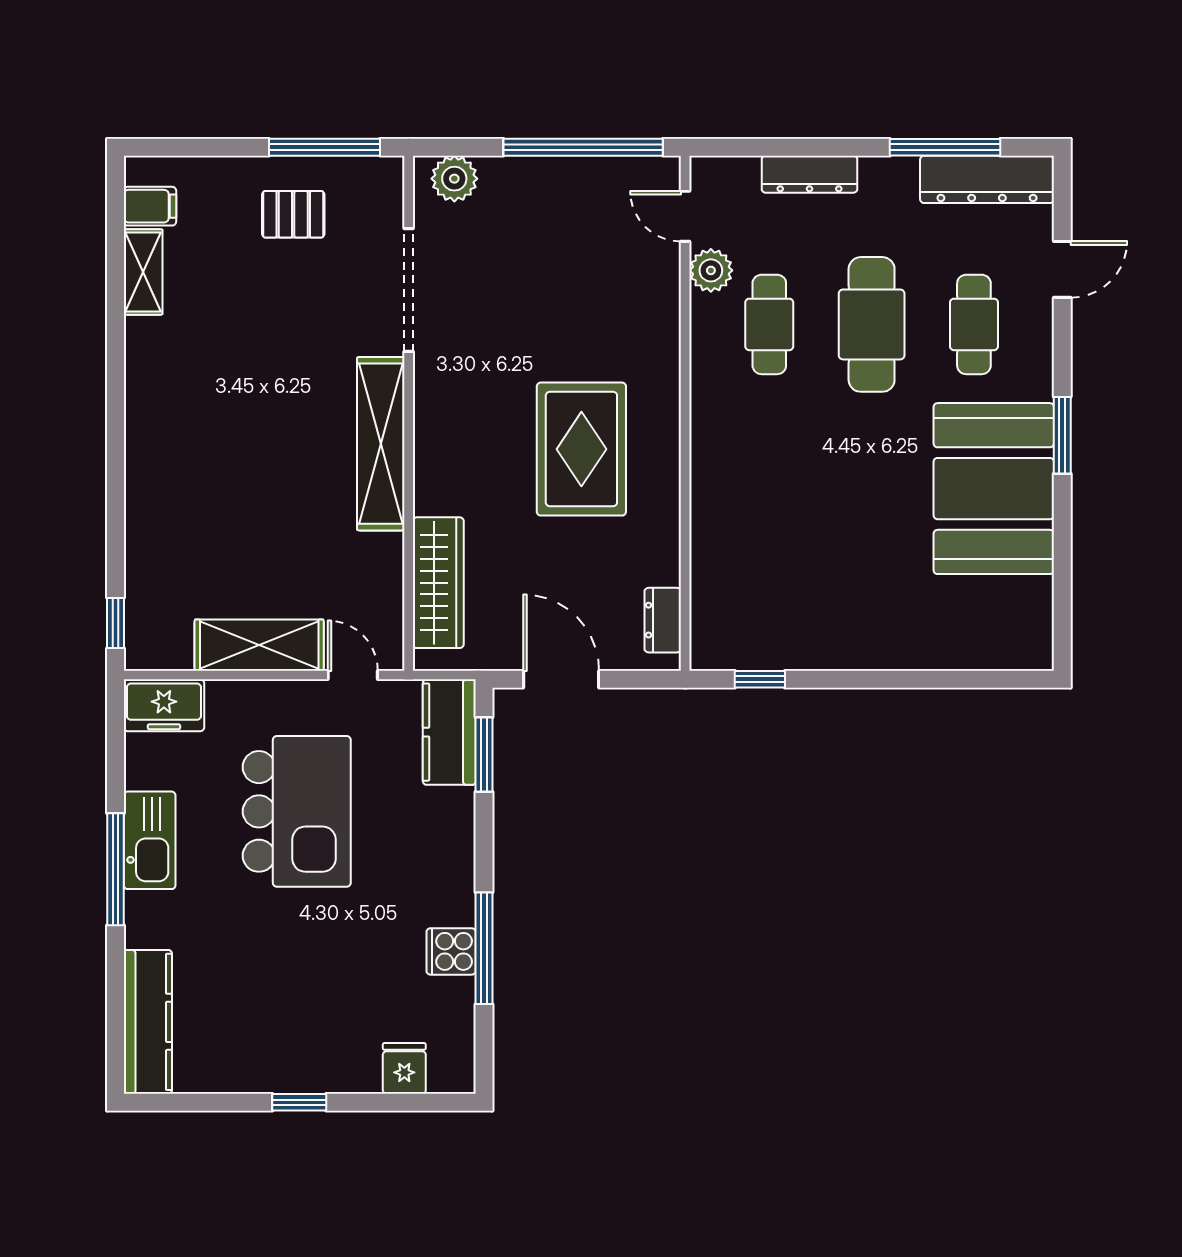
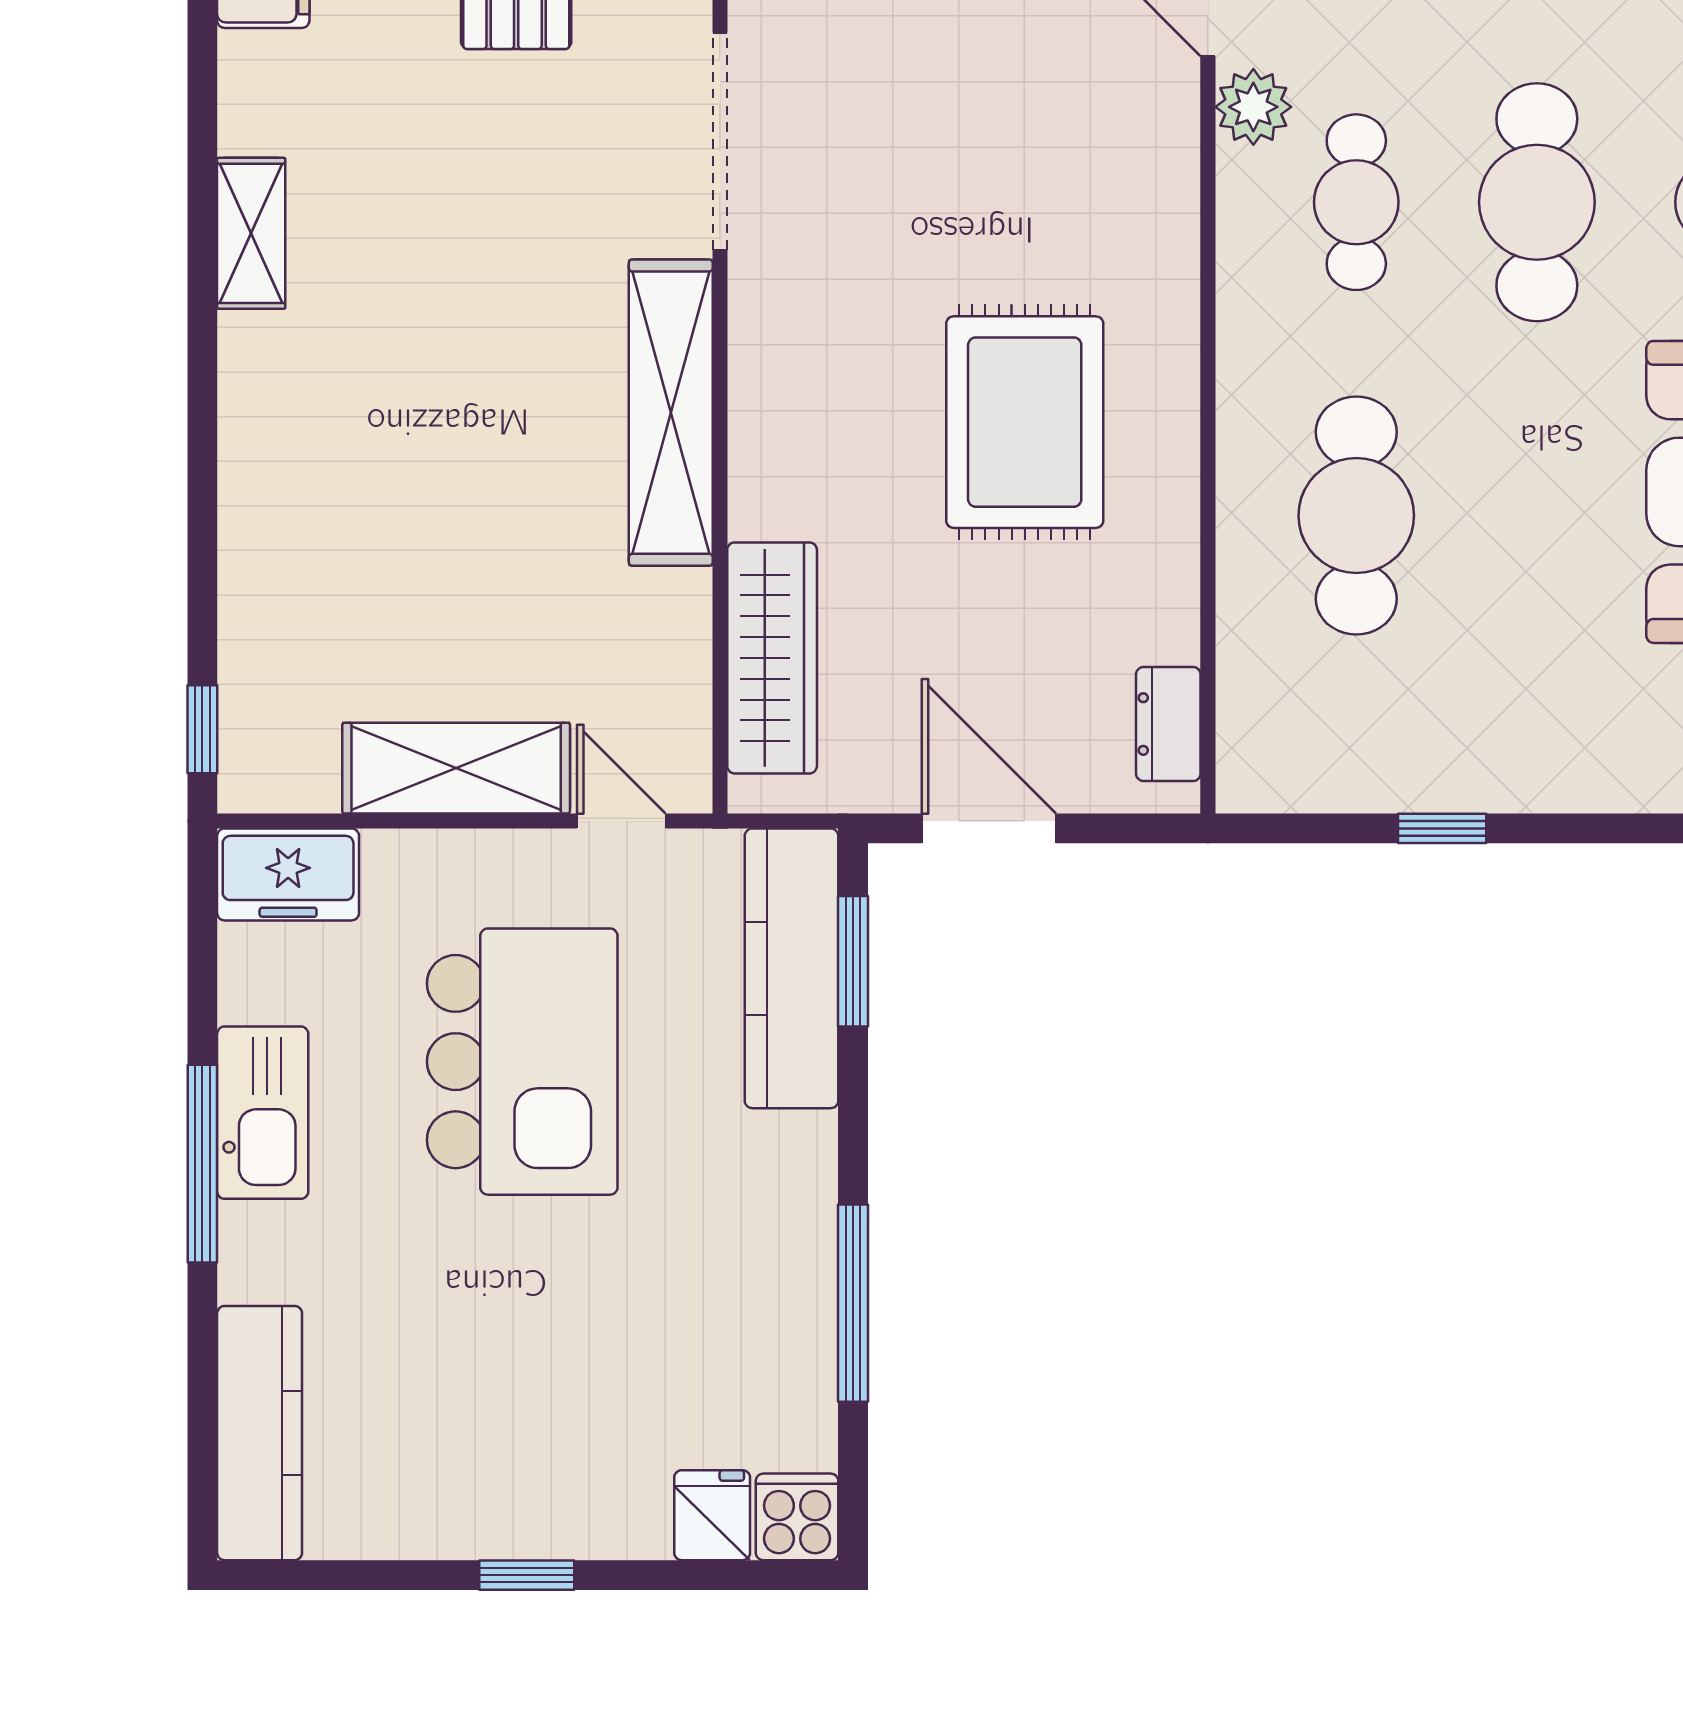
shelving: (143, 272) -> (251, 233), moved
cafe table: (769, 502) -> (1356, 516), added
window: (760, 679) -> (1442, 828), moved
kitchen counter: (449, 732) -> (792, 968), width x1.50
cooker: (451, 951) -> (797, 1517), moved, turned 90

